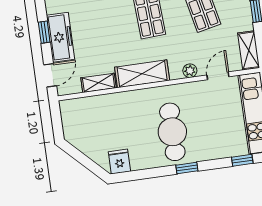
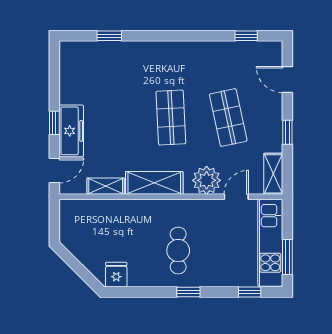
plant: (190, 71) -> (207, 180), width x1.88, depth x1.88
cafe table: (172, 132) -> (178, 251), width x0.73, depth x0.74

